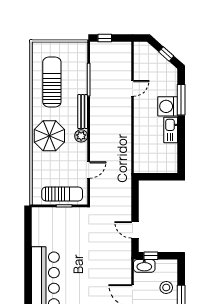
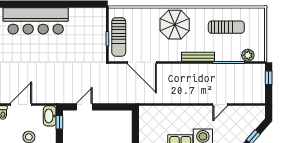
sun lounger: (52, 82) -> (226, 27), width x0.73, depth x0.75
door: (132, 88) -> (220, 105), hinge flipped
plant: (81, 136) -> (248, 55), moved
door: (89, 170) -> (142, 62), width x1.87

